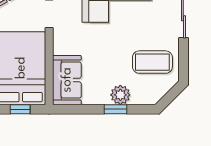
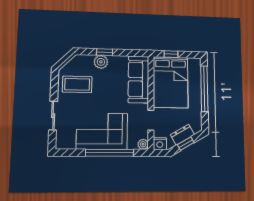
sofa: (67, 80) -> (138, 79), width x1.36

